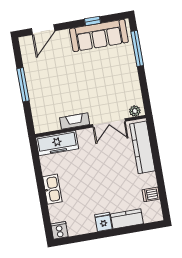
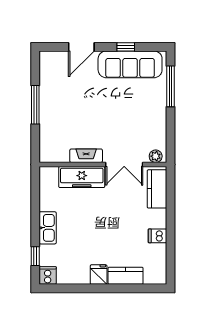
door: (43, 30) -> (81, 47), moved
freezer: (57, 143) -> (82, 177), moved
kitchen counter: (142, 147) -> (157, 189), width x0.67
dishwasher: (151, 194) -> (157, 236), moved
window: (46, 216) -> (35, 256), added

